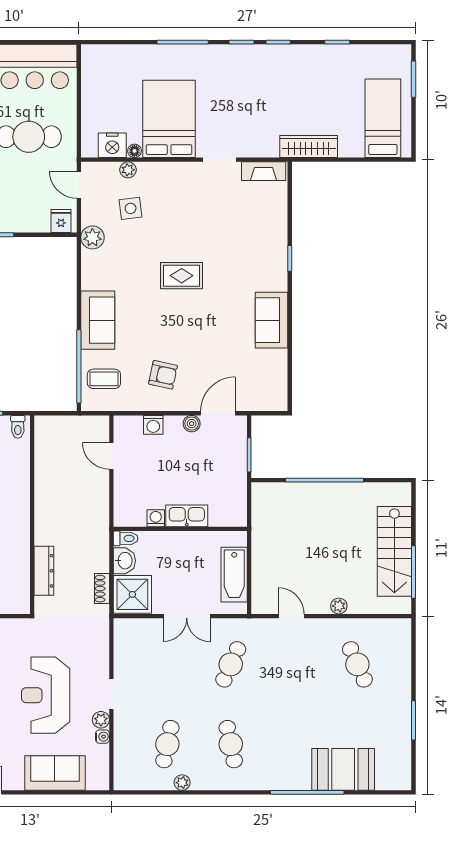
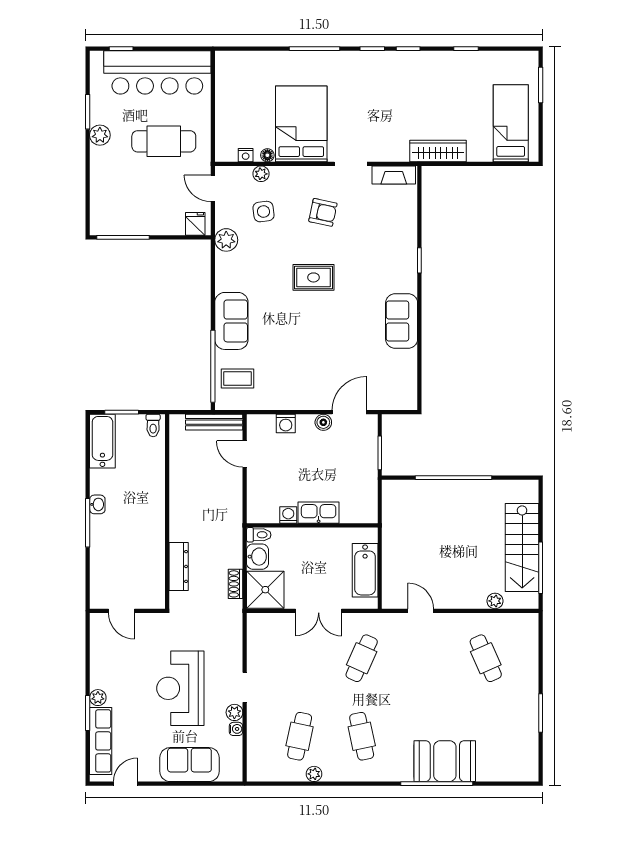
nightstand: (112, 145) -> (246, 155), width x0.53, depth x0.56
armchair: (163, 375) -> (323, 212), moved
bench: (80, 423) -> (214, 422), added
plant: (339, 606) -> (495, 601), moved
booth: (343, 769) -> (445, 761), moved

